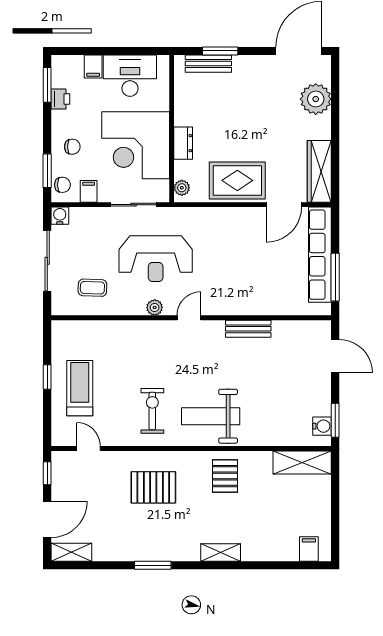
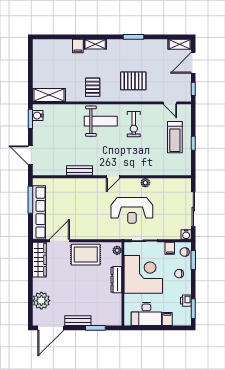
bench: (208, 64) -> (78, 321), moved
dresser: (183, 143) -> (116, 280), width x1.44
reception desk: (156, 259) -> (132, 210), turned 180
coffee table: (92, 288) -> (168, 194), removed
plant: (155, 307) -> (145, 183), moved
filing cabinet: (309, 549) -> (78, 46), moved

